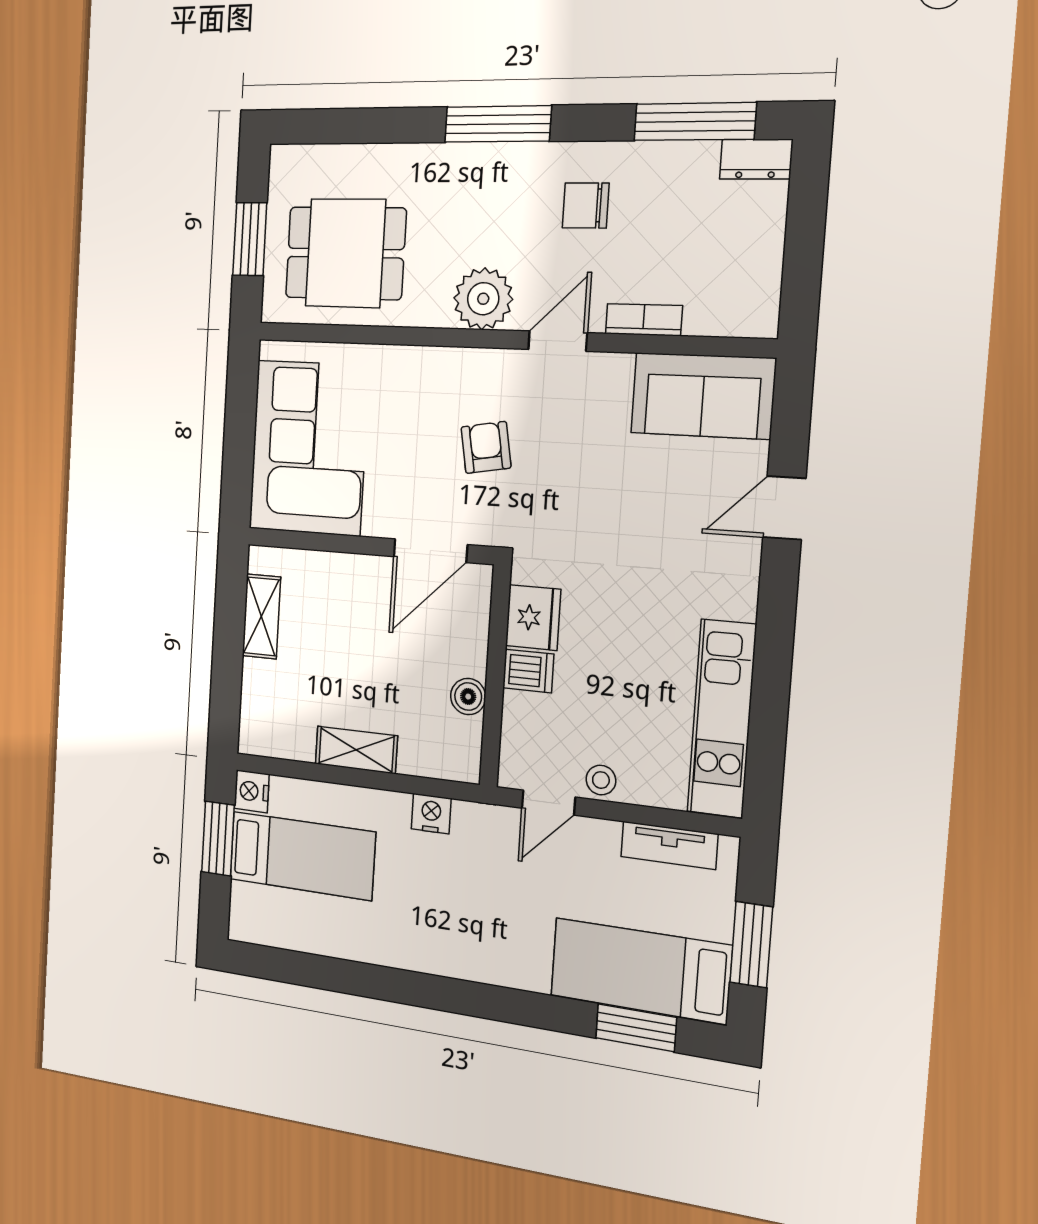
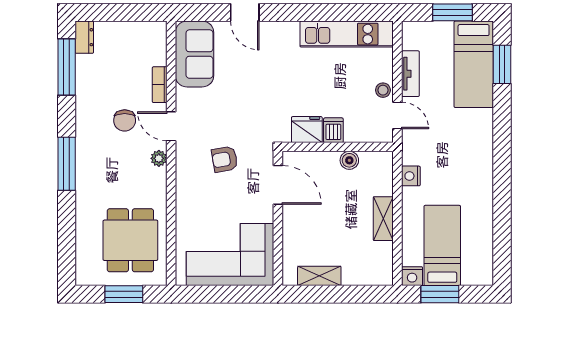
chair: (586, 205) -> (125, 120), moved
plant: (483, 299) -> (159, 158), width x0.53, depth x0.53
tv unit: (669, 845) -> (410, 74), moved

